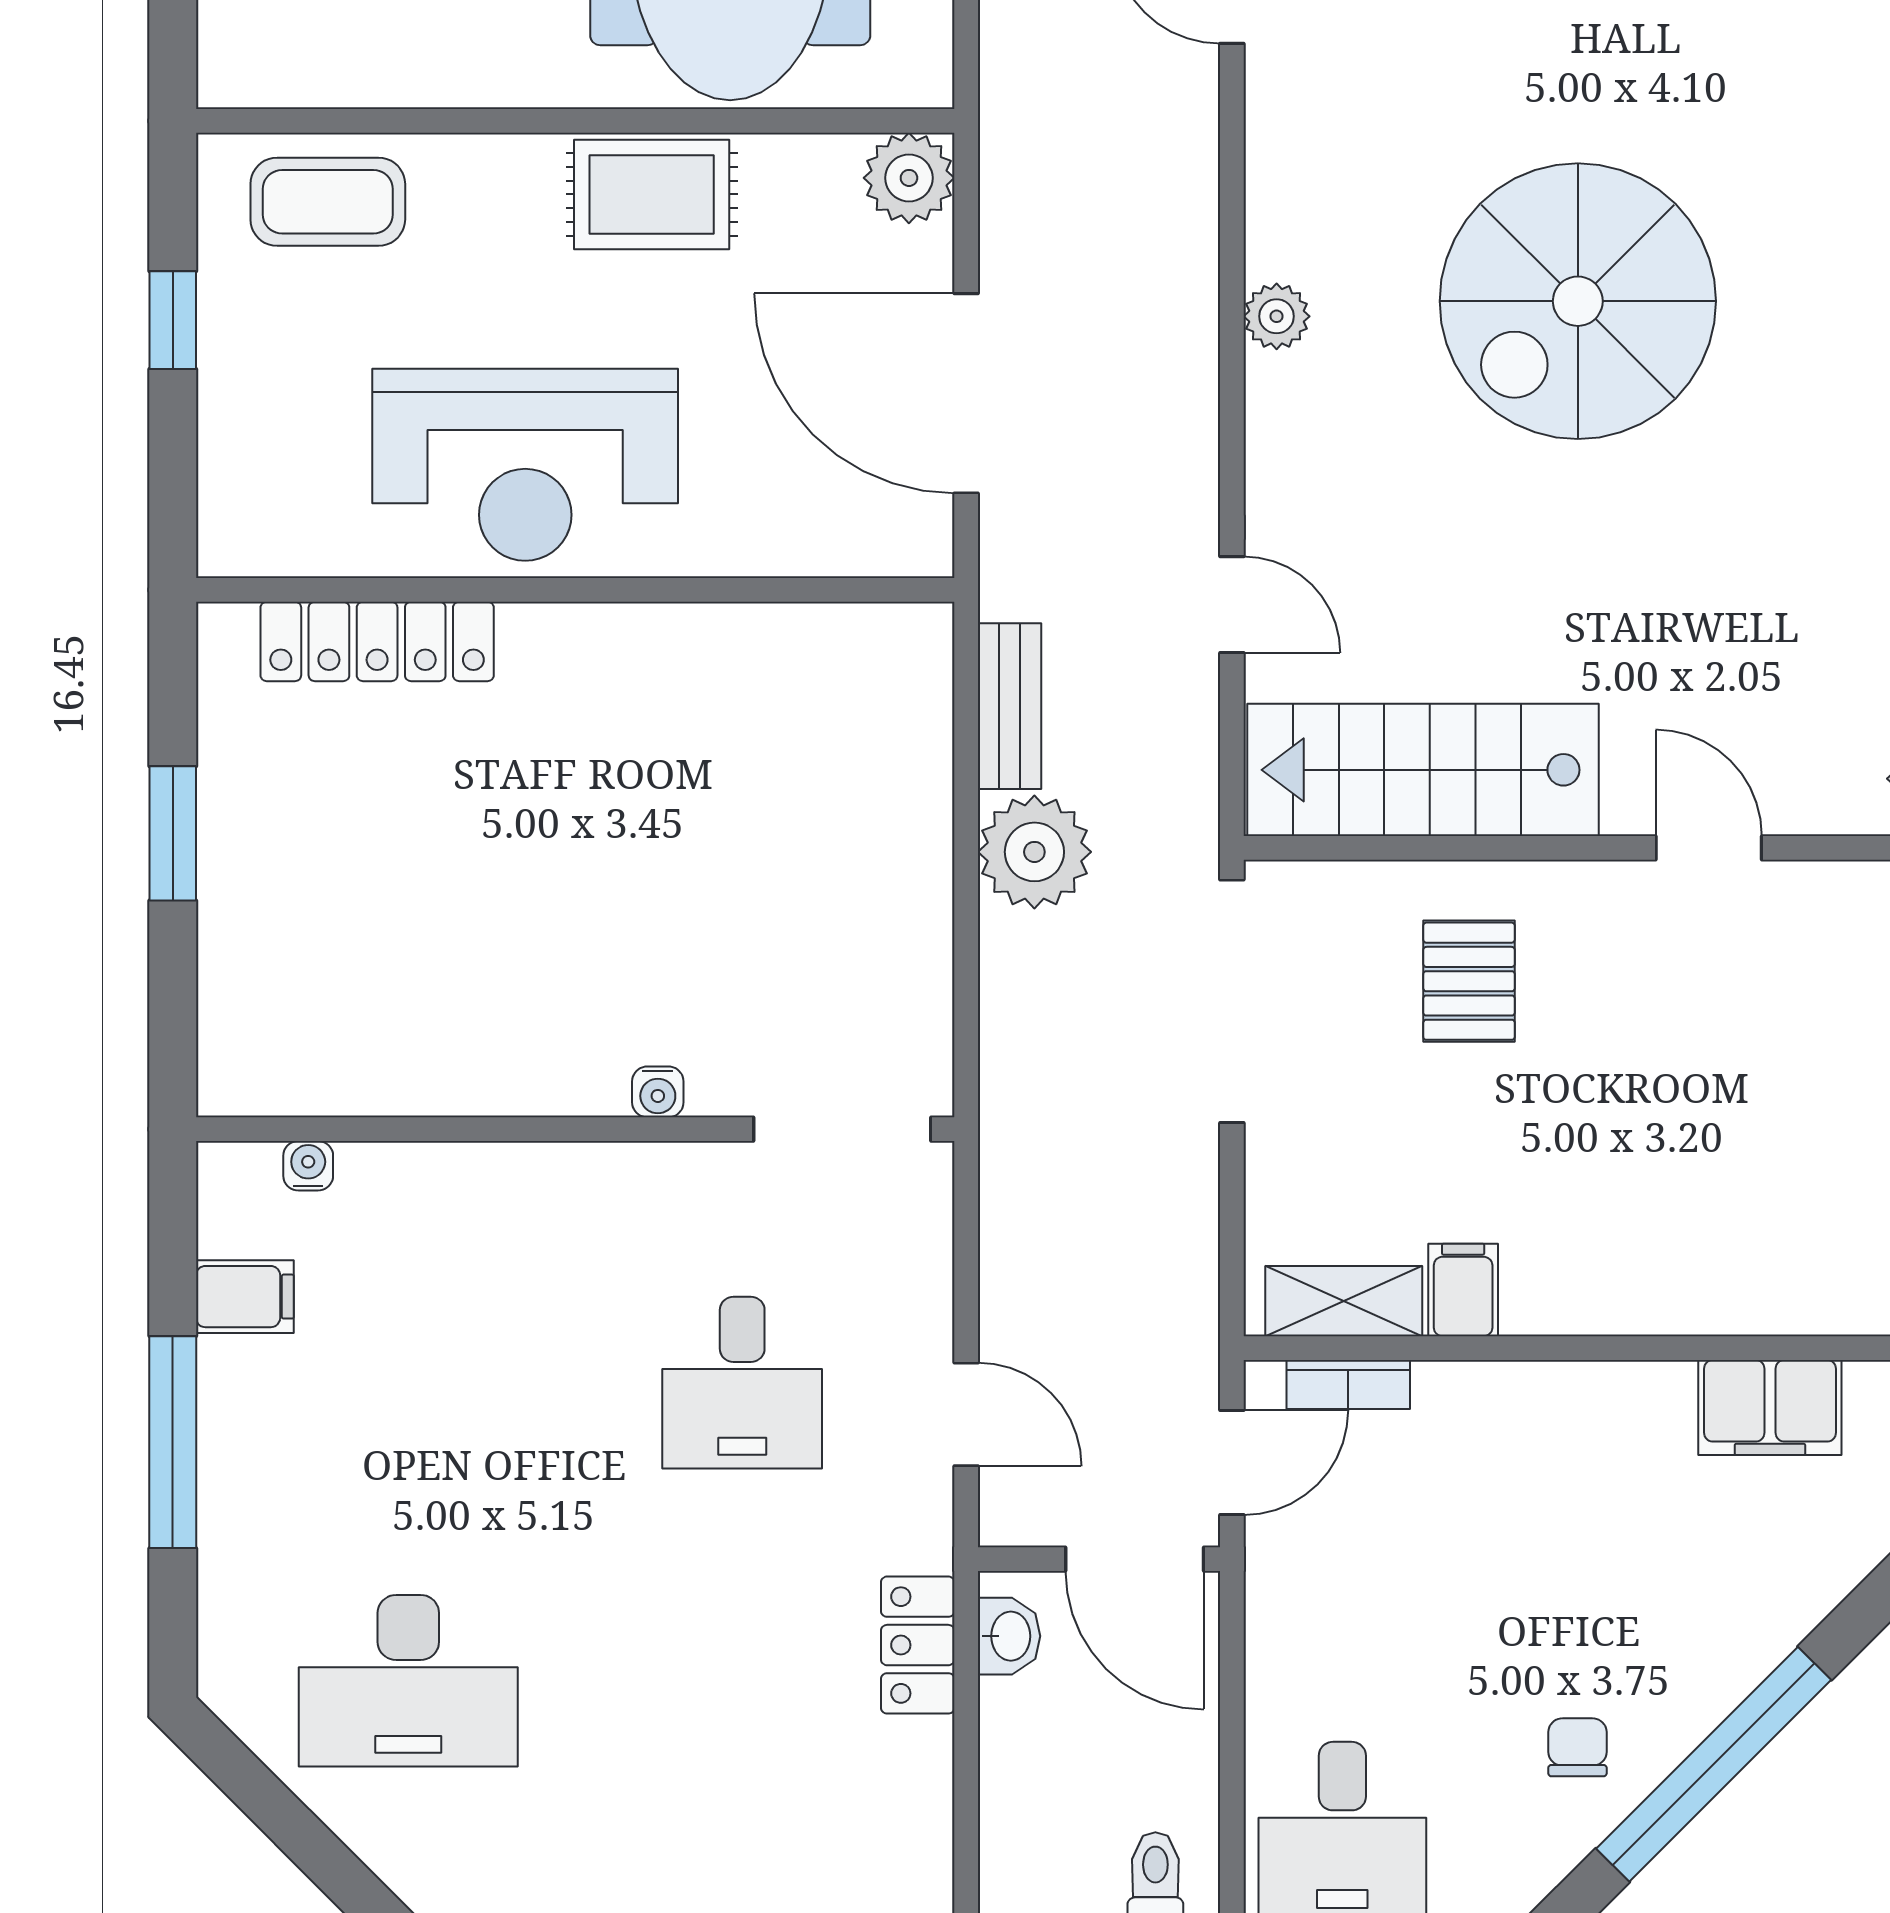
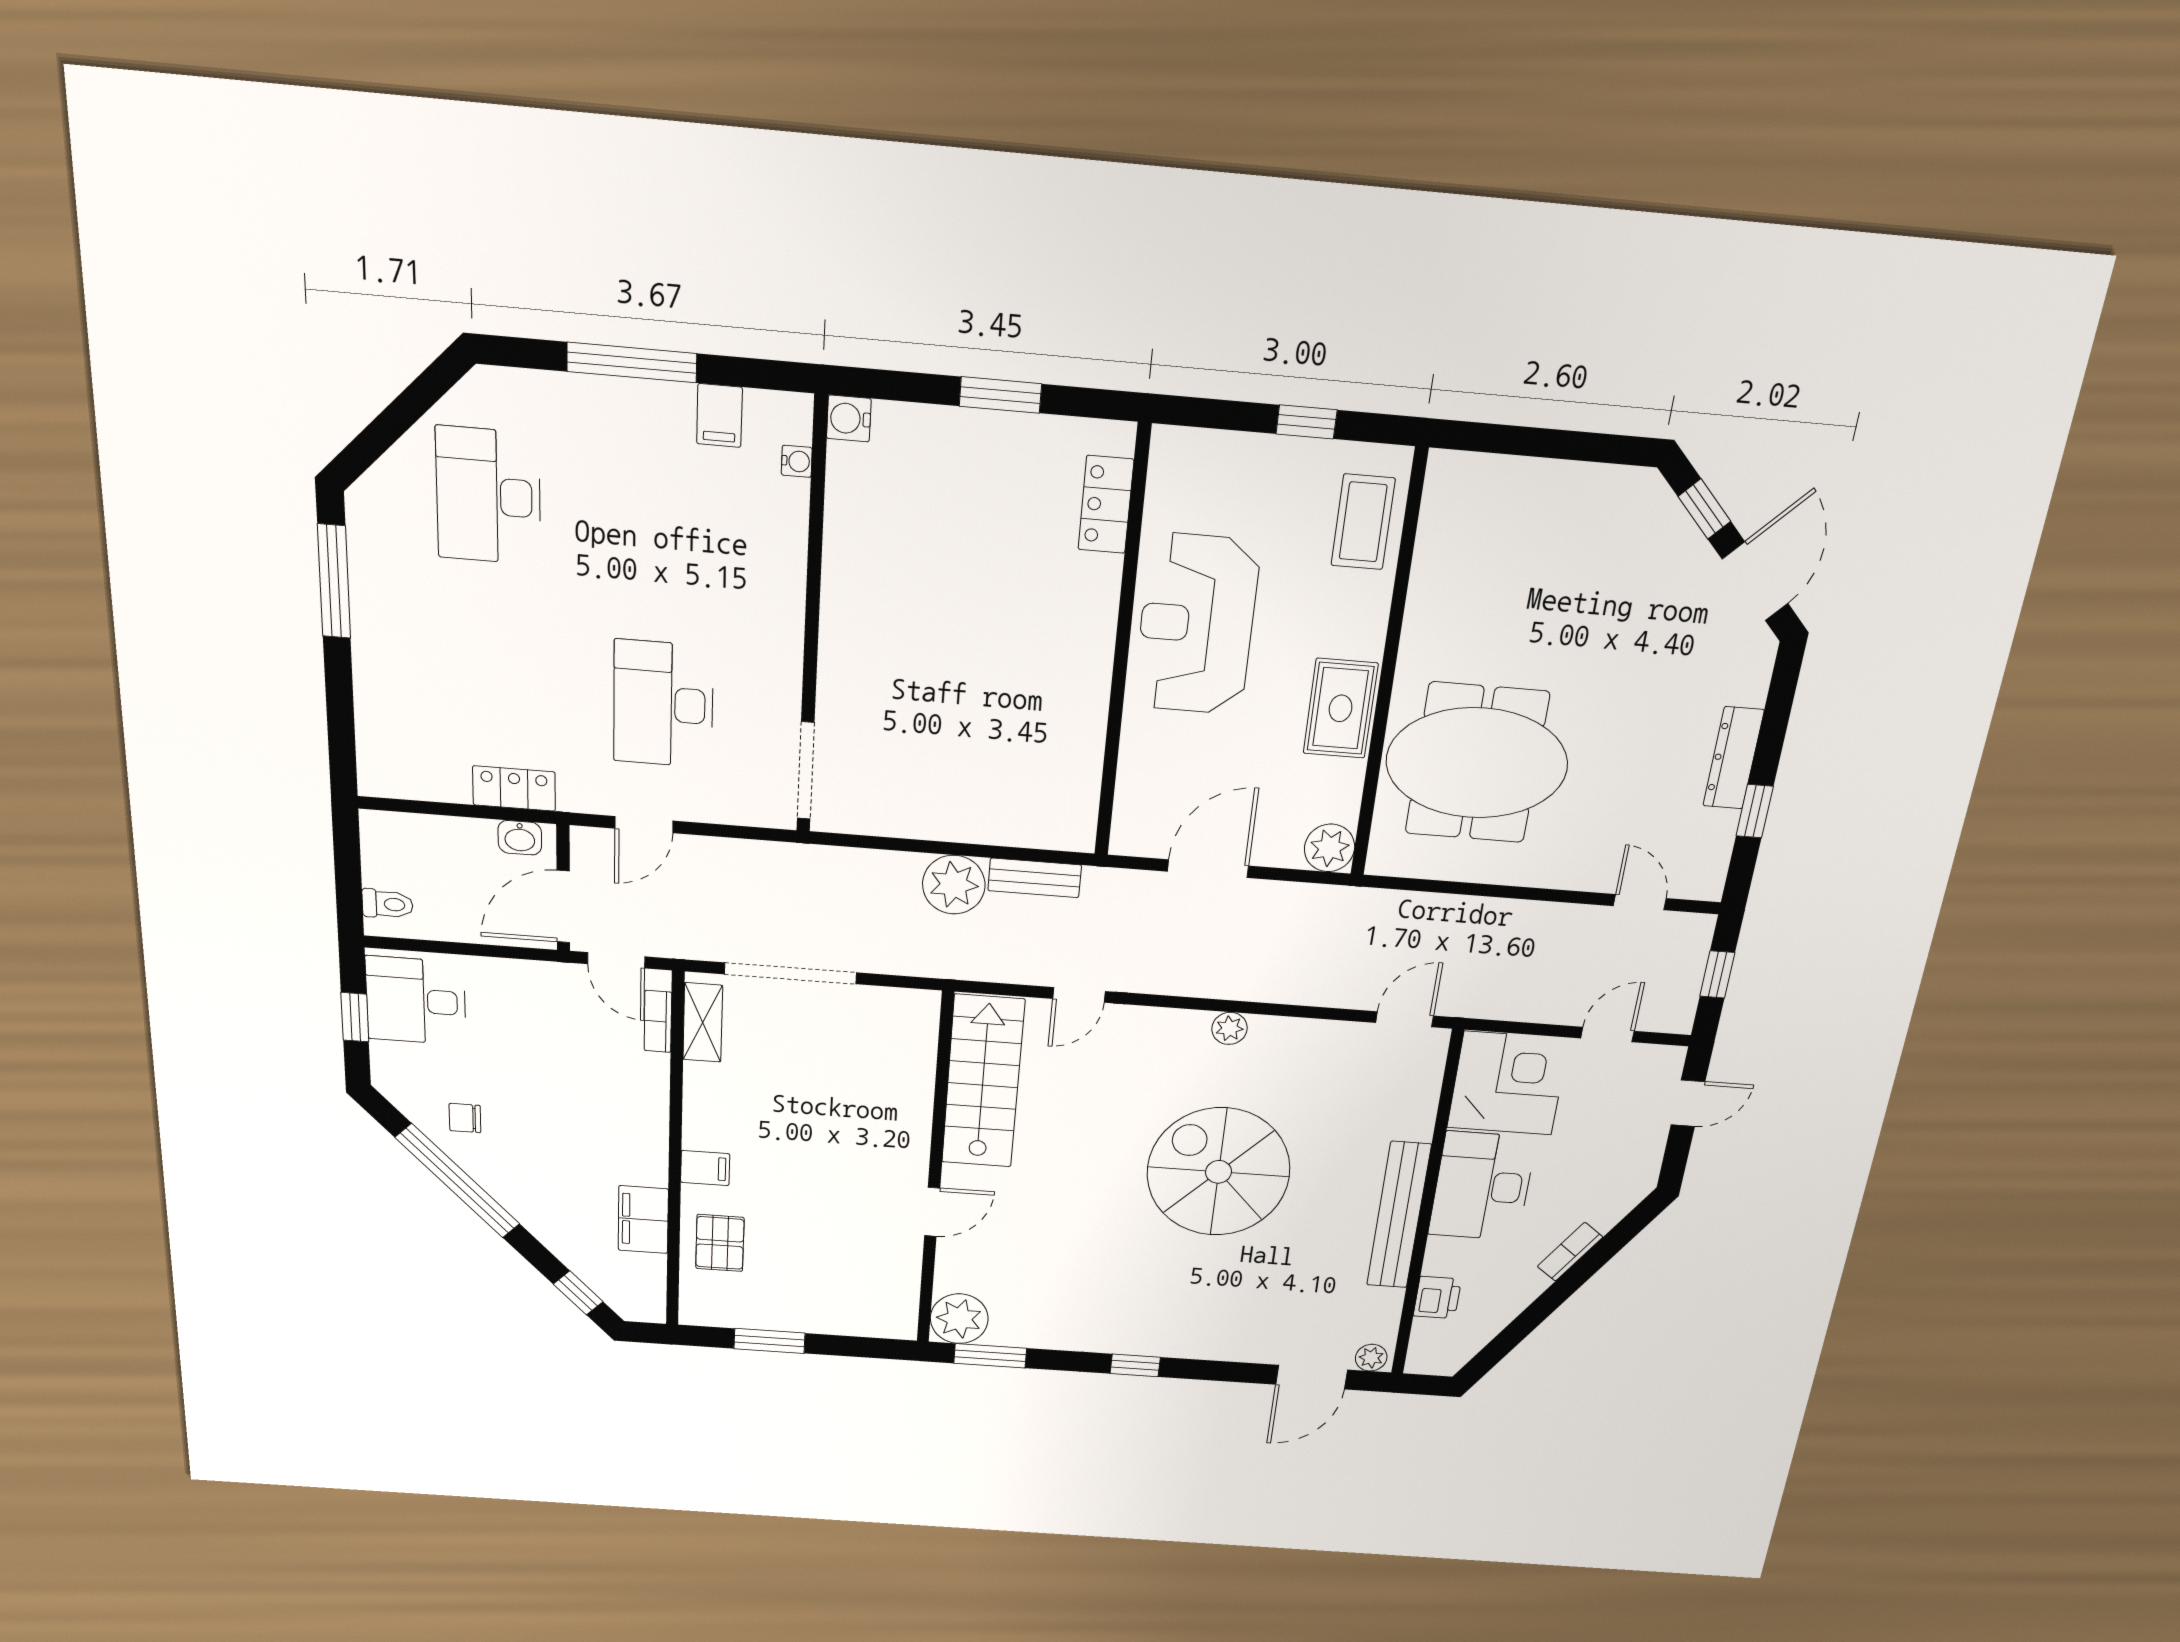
door: (966, 393) -> (1208, 869), width x0.73
locker: (377, 641) -> (1106, 505), width x0.66
pallet: (1469, 981) -> (720, 1243), moved, turned 90
doorway: (1232, 1001) -> (790, 973), moved
water cooler: (658, 1092) -> (849, 419), moved, width x1.38, depth x1.38
filing cabinet: (1463, 1290) -> (705, 1168), moved
desk: (742, 1383) -> (663, 704), width x1.37
chair: (1577, 1747) -> (465, 1118), turned 180

